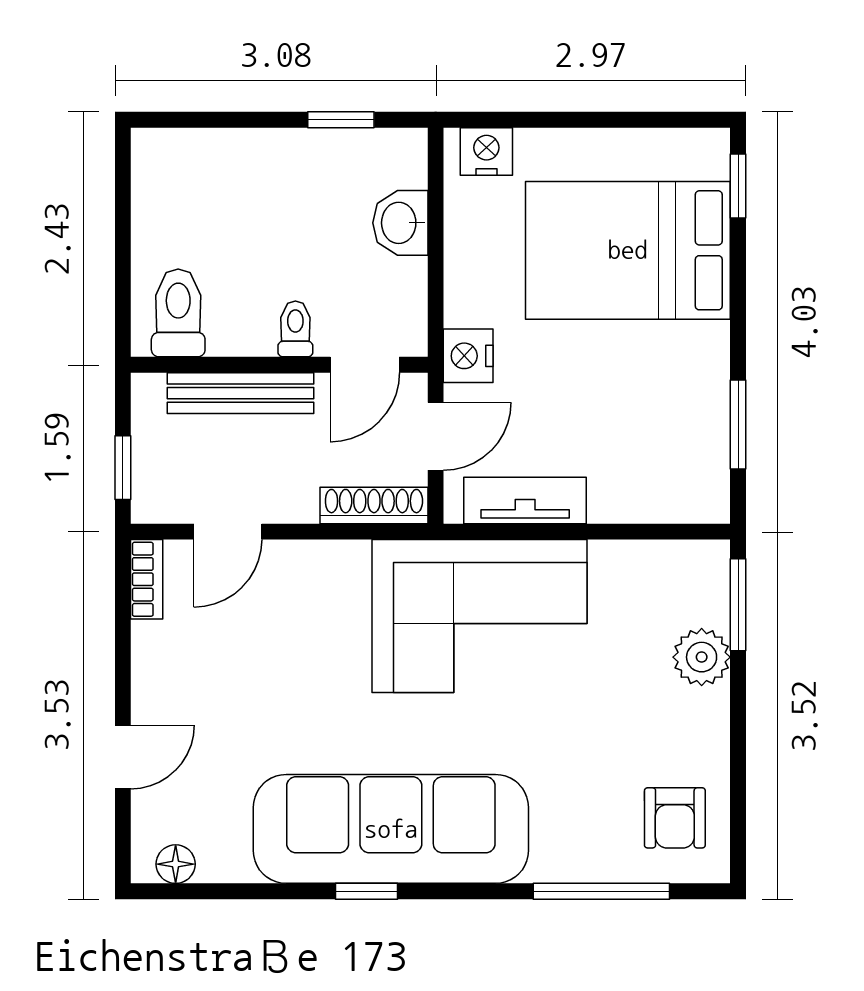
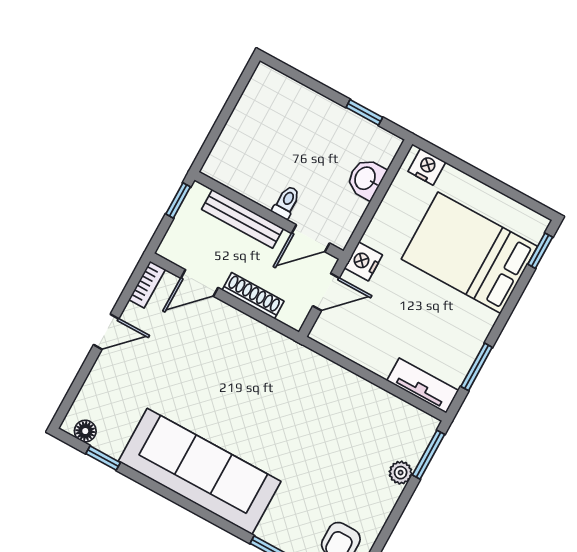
toilet: (178, 313) -> (234, 163), removed
window: (123, 468) -> (178, 200), moved
tv unit: (525, 500) -> (423, 385), moved
shoe rack: (374, 505) -> (253, 296), moved
corner sofa: (479, 616) -> (300, 391), removed
plant: (702, 657) -> (401, 473), width x0.73, depth x0.73
door: (123, 757) -> (106, 332), moved
window: (367, 891) -> (103, 458), moved

